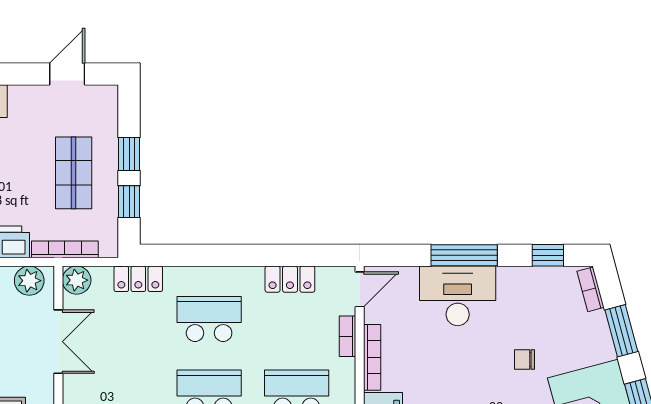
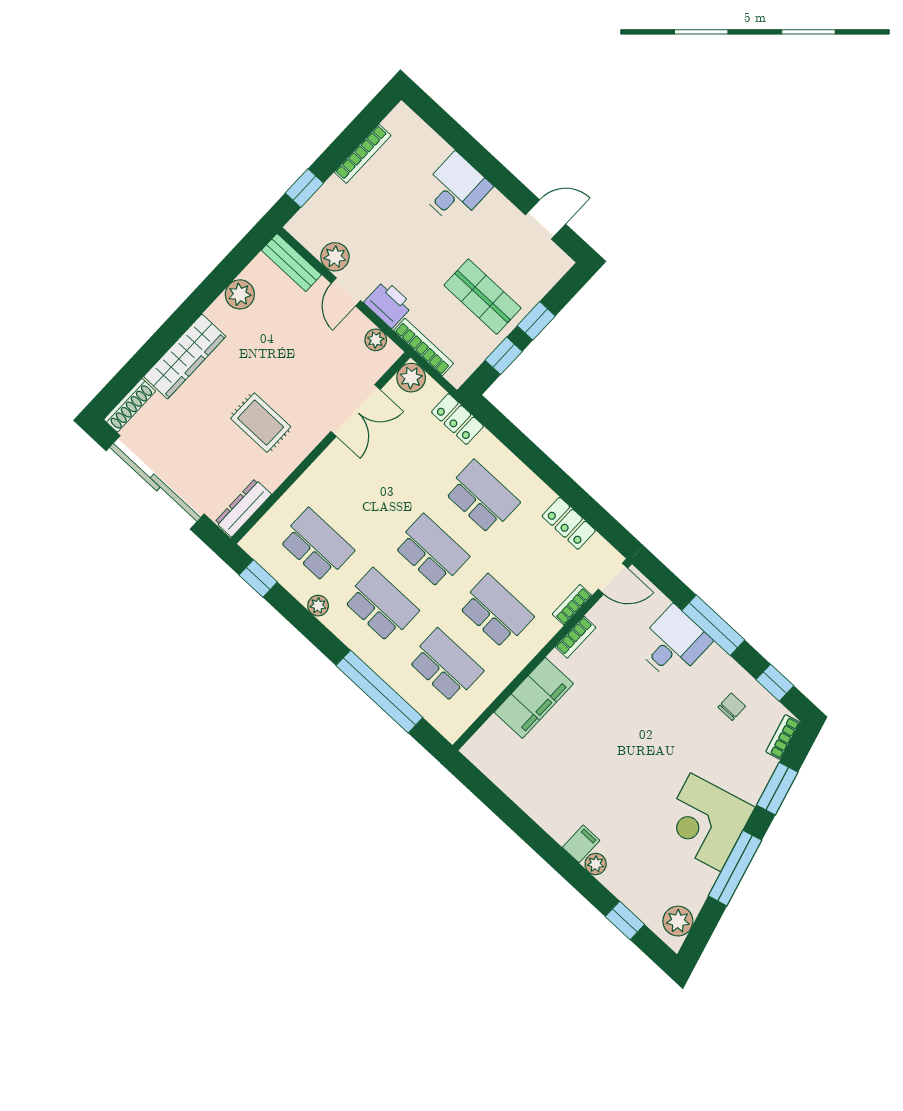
shop shelf: (74, 173) -> (483, 297), turned 90
plant: (29, 281) -> (376, 340), width x0.73, depth x0.73
desk: (458, 296) -> (673, 644), width x0.73
bookcase: (372, 357) -> (576, 637), width x0.64
chair: (524, 360) -> (732, 707), moved, turned 90

